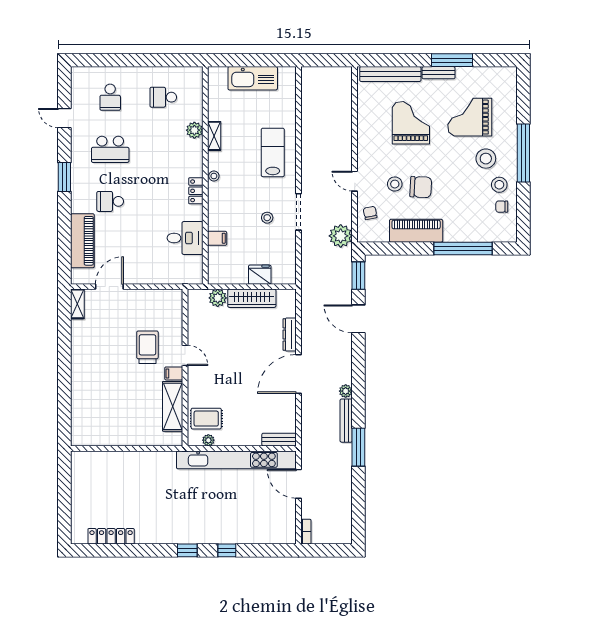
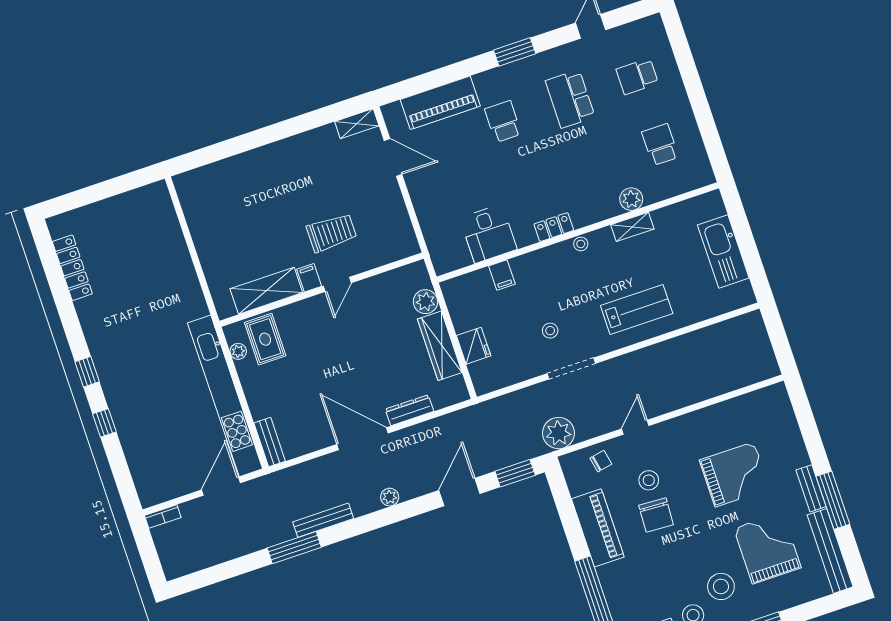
bench: (390, 74) -> (830, 551), moved
plant: (346, 391) -> (390, 497), moved

